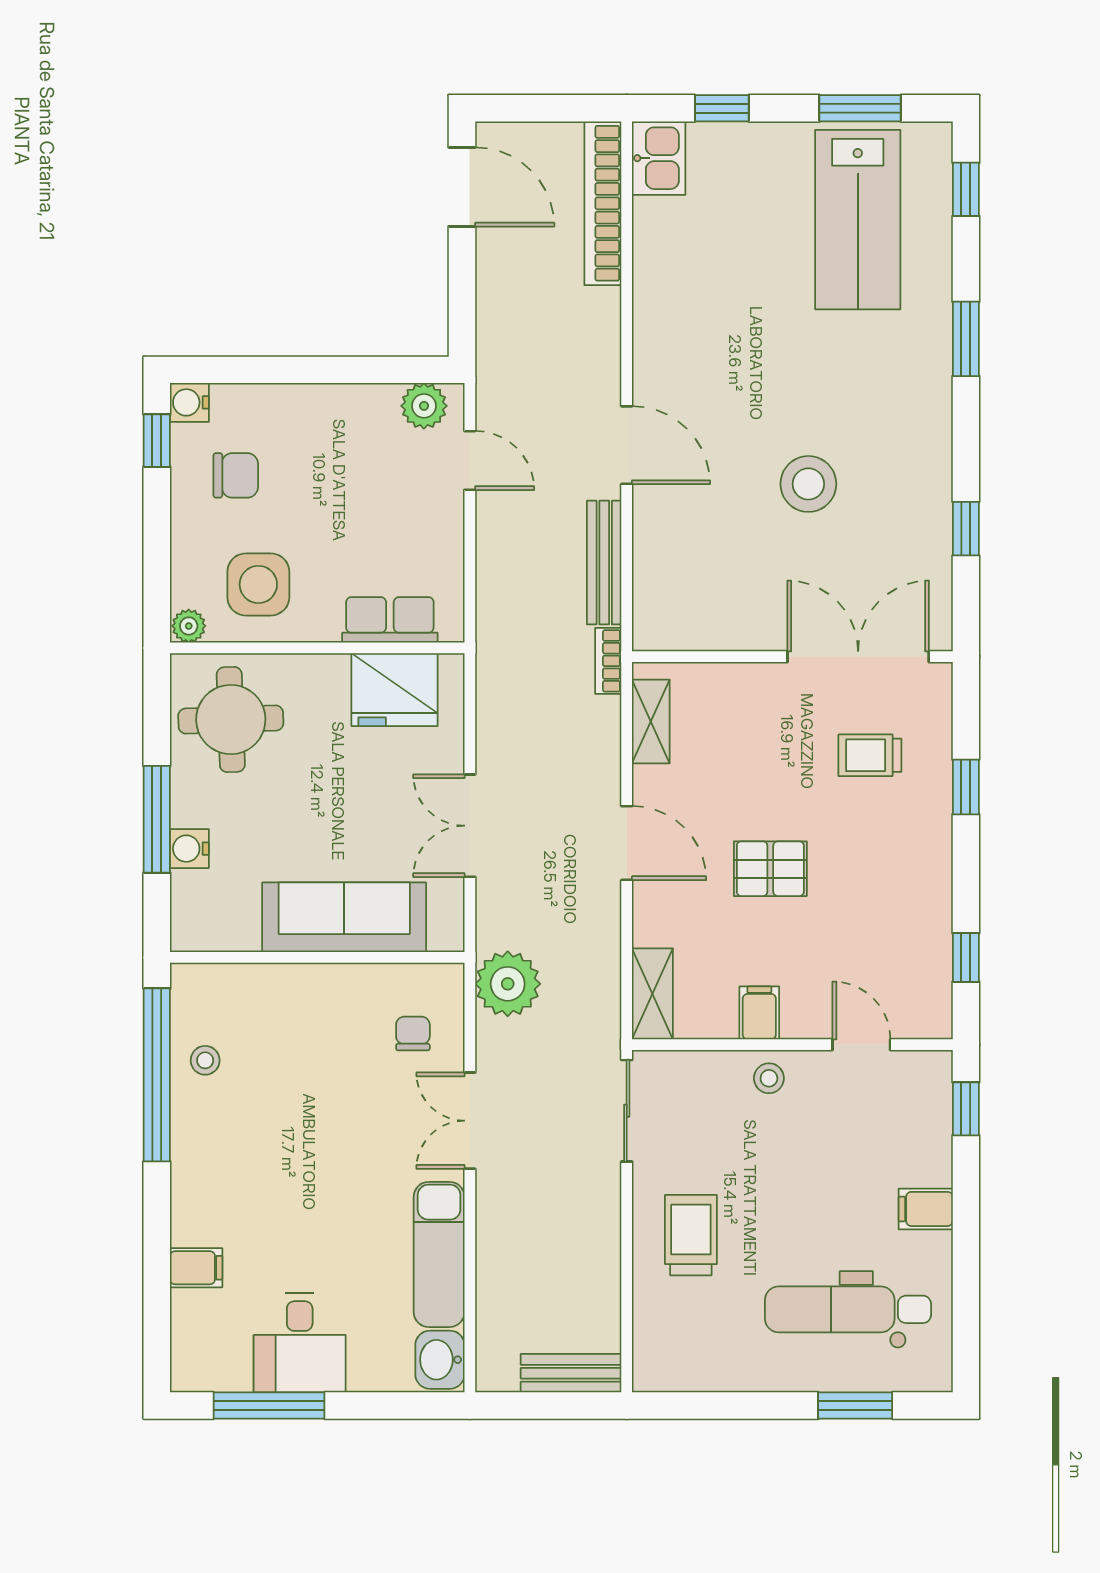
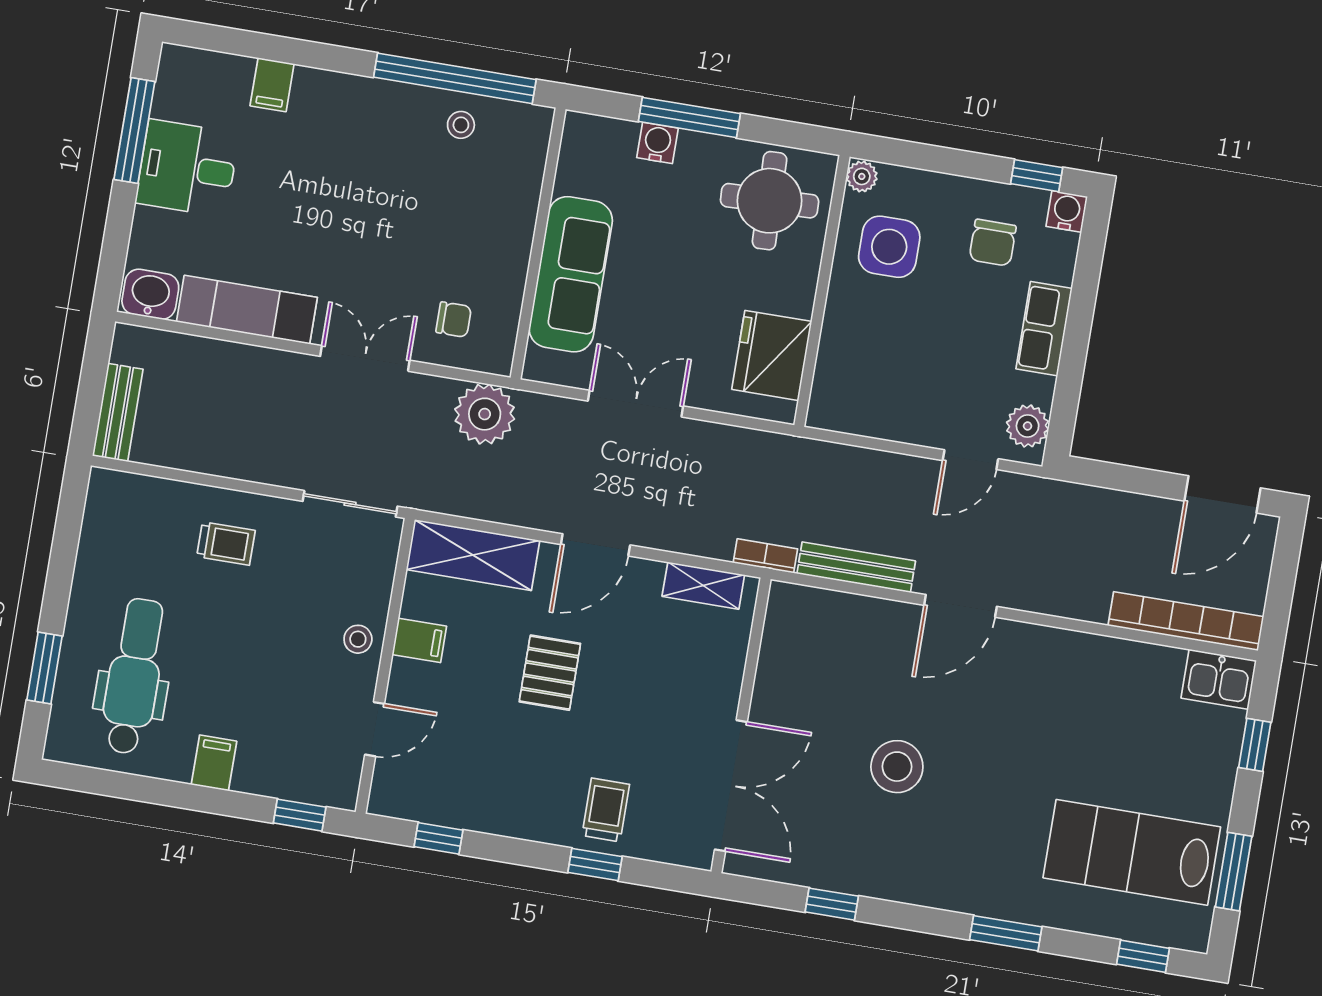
row of seats: (390, 620) -> (1044, 329), moved, turned 180
trolley: (870, 755) -> (606, 810), moved
shelving: (652, 994) -> (473, 555), width x1.50, depth x1.33
trolley: (691, 1235) -> (226, 544), width x0.73, depth x0.72

